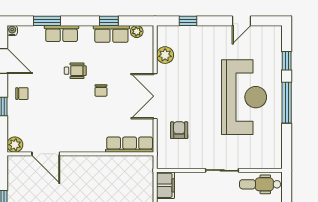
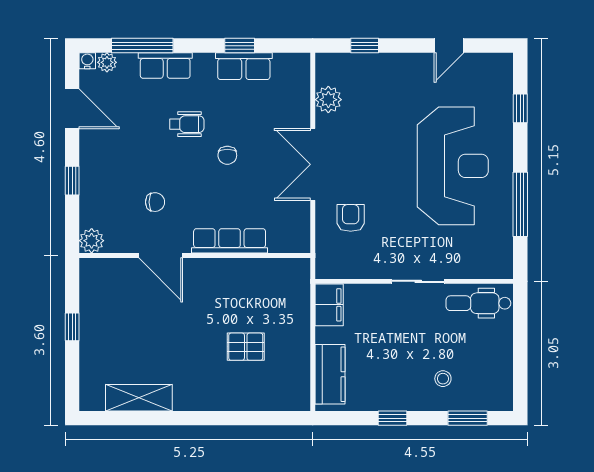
window: (47, 21) -> (142, 46), width x1.44
plant: (137, 31) -> (107, 62), moved
chair: (22, 94) -> (155, 202), moved
window: (287, 103) -> (520, 204), moved
row of seats: (130, 145) -> (230, 241), moved
door: (46, 154) -> (161, 255), moved

